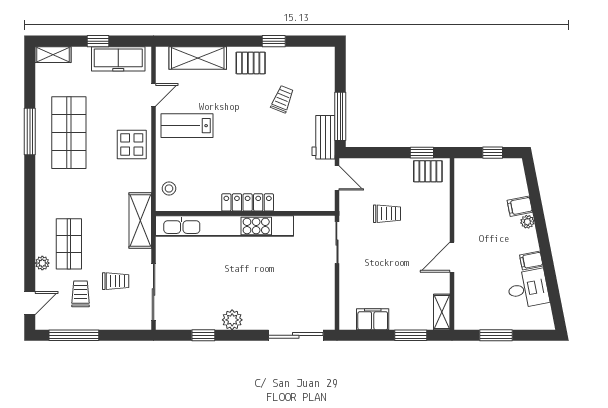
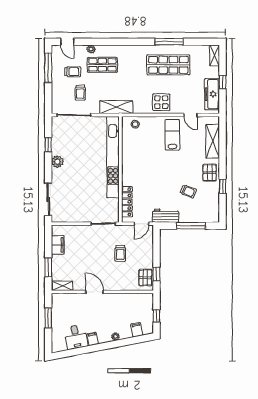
window: (340, 116) -> (191, 226), moved
locker: (248, 202) -> (127, 202), moved
filing cabinet: (520, 206) -> (137, 330), moved

